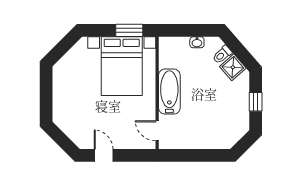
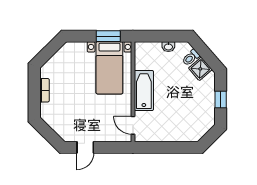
bed with nightstands: (122, 66) -> (109, 68), width x0.73
bookcase: (58, 91) -> (44, 90), added
door: (104, 155) -> (85, 147), swing flipped

